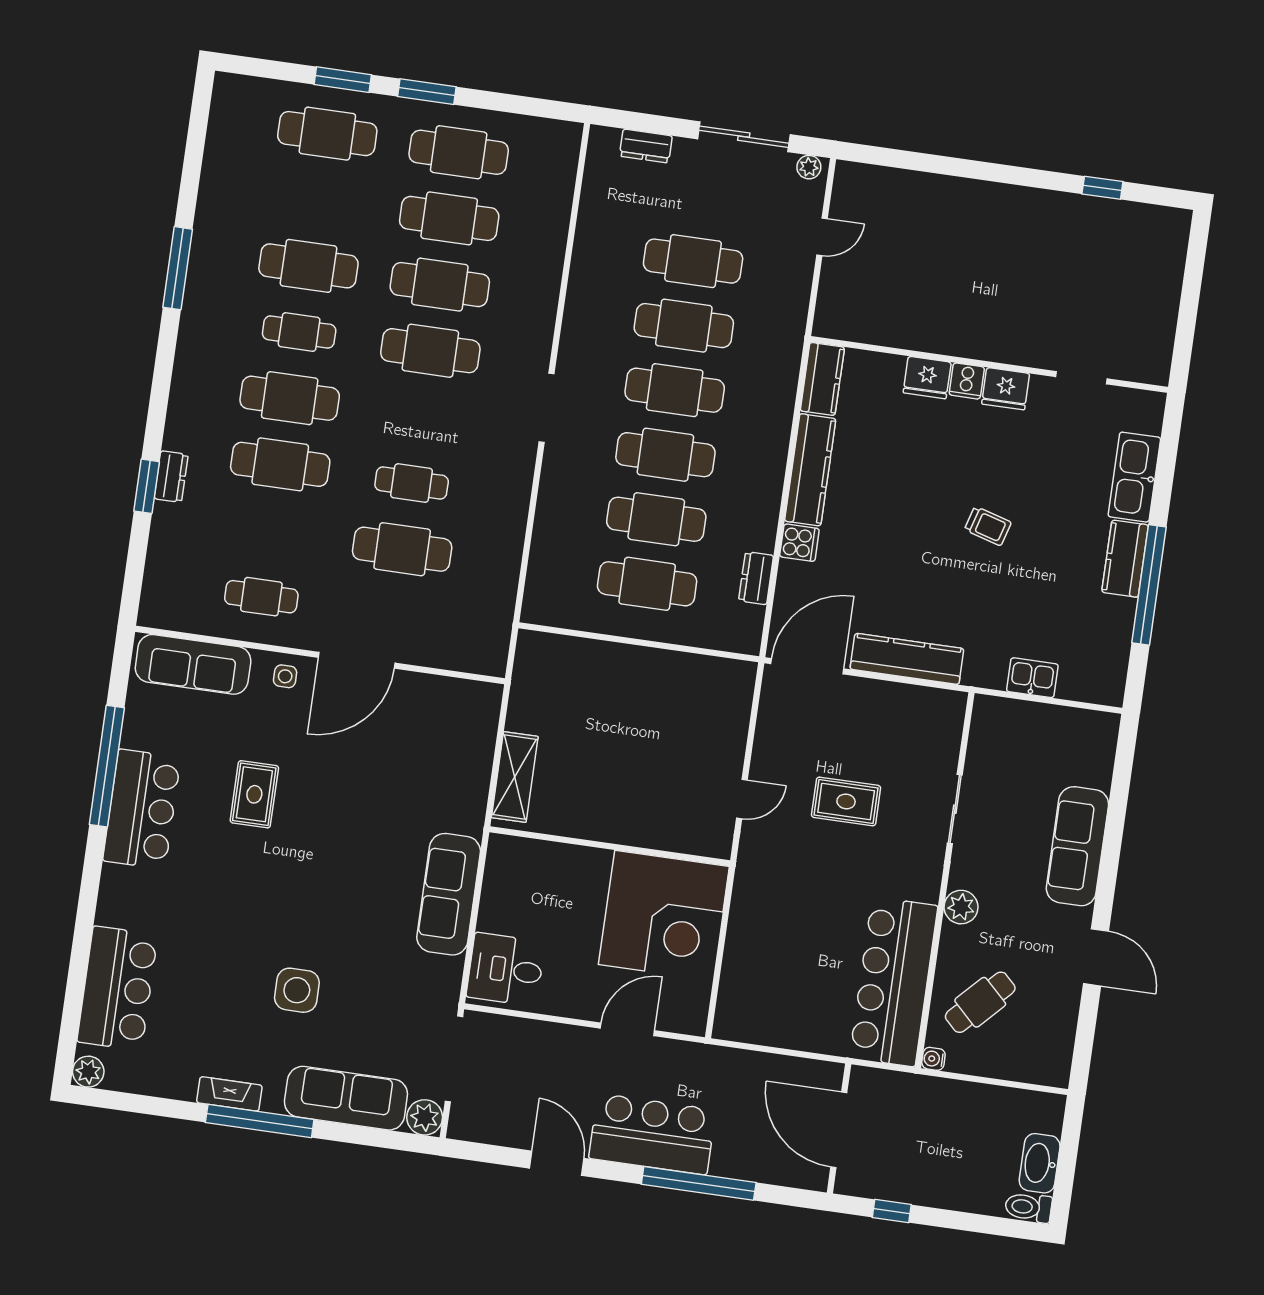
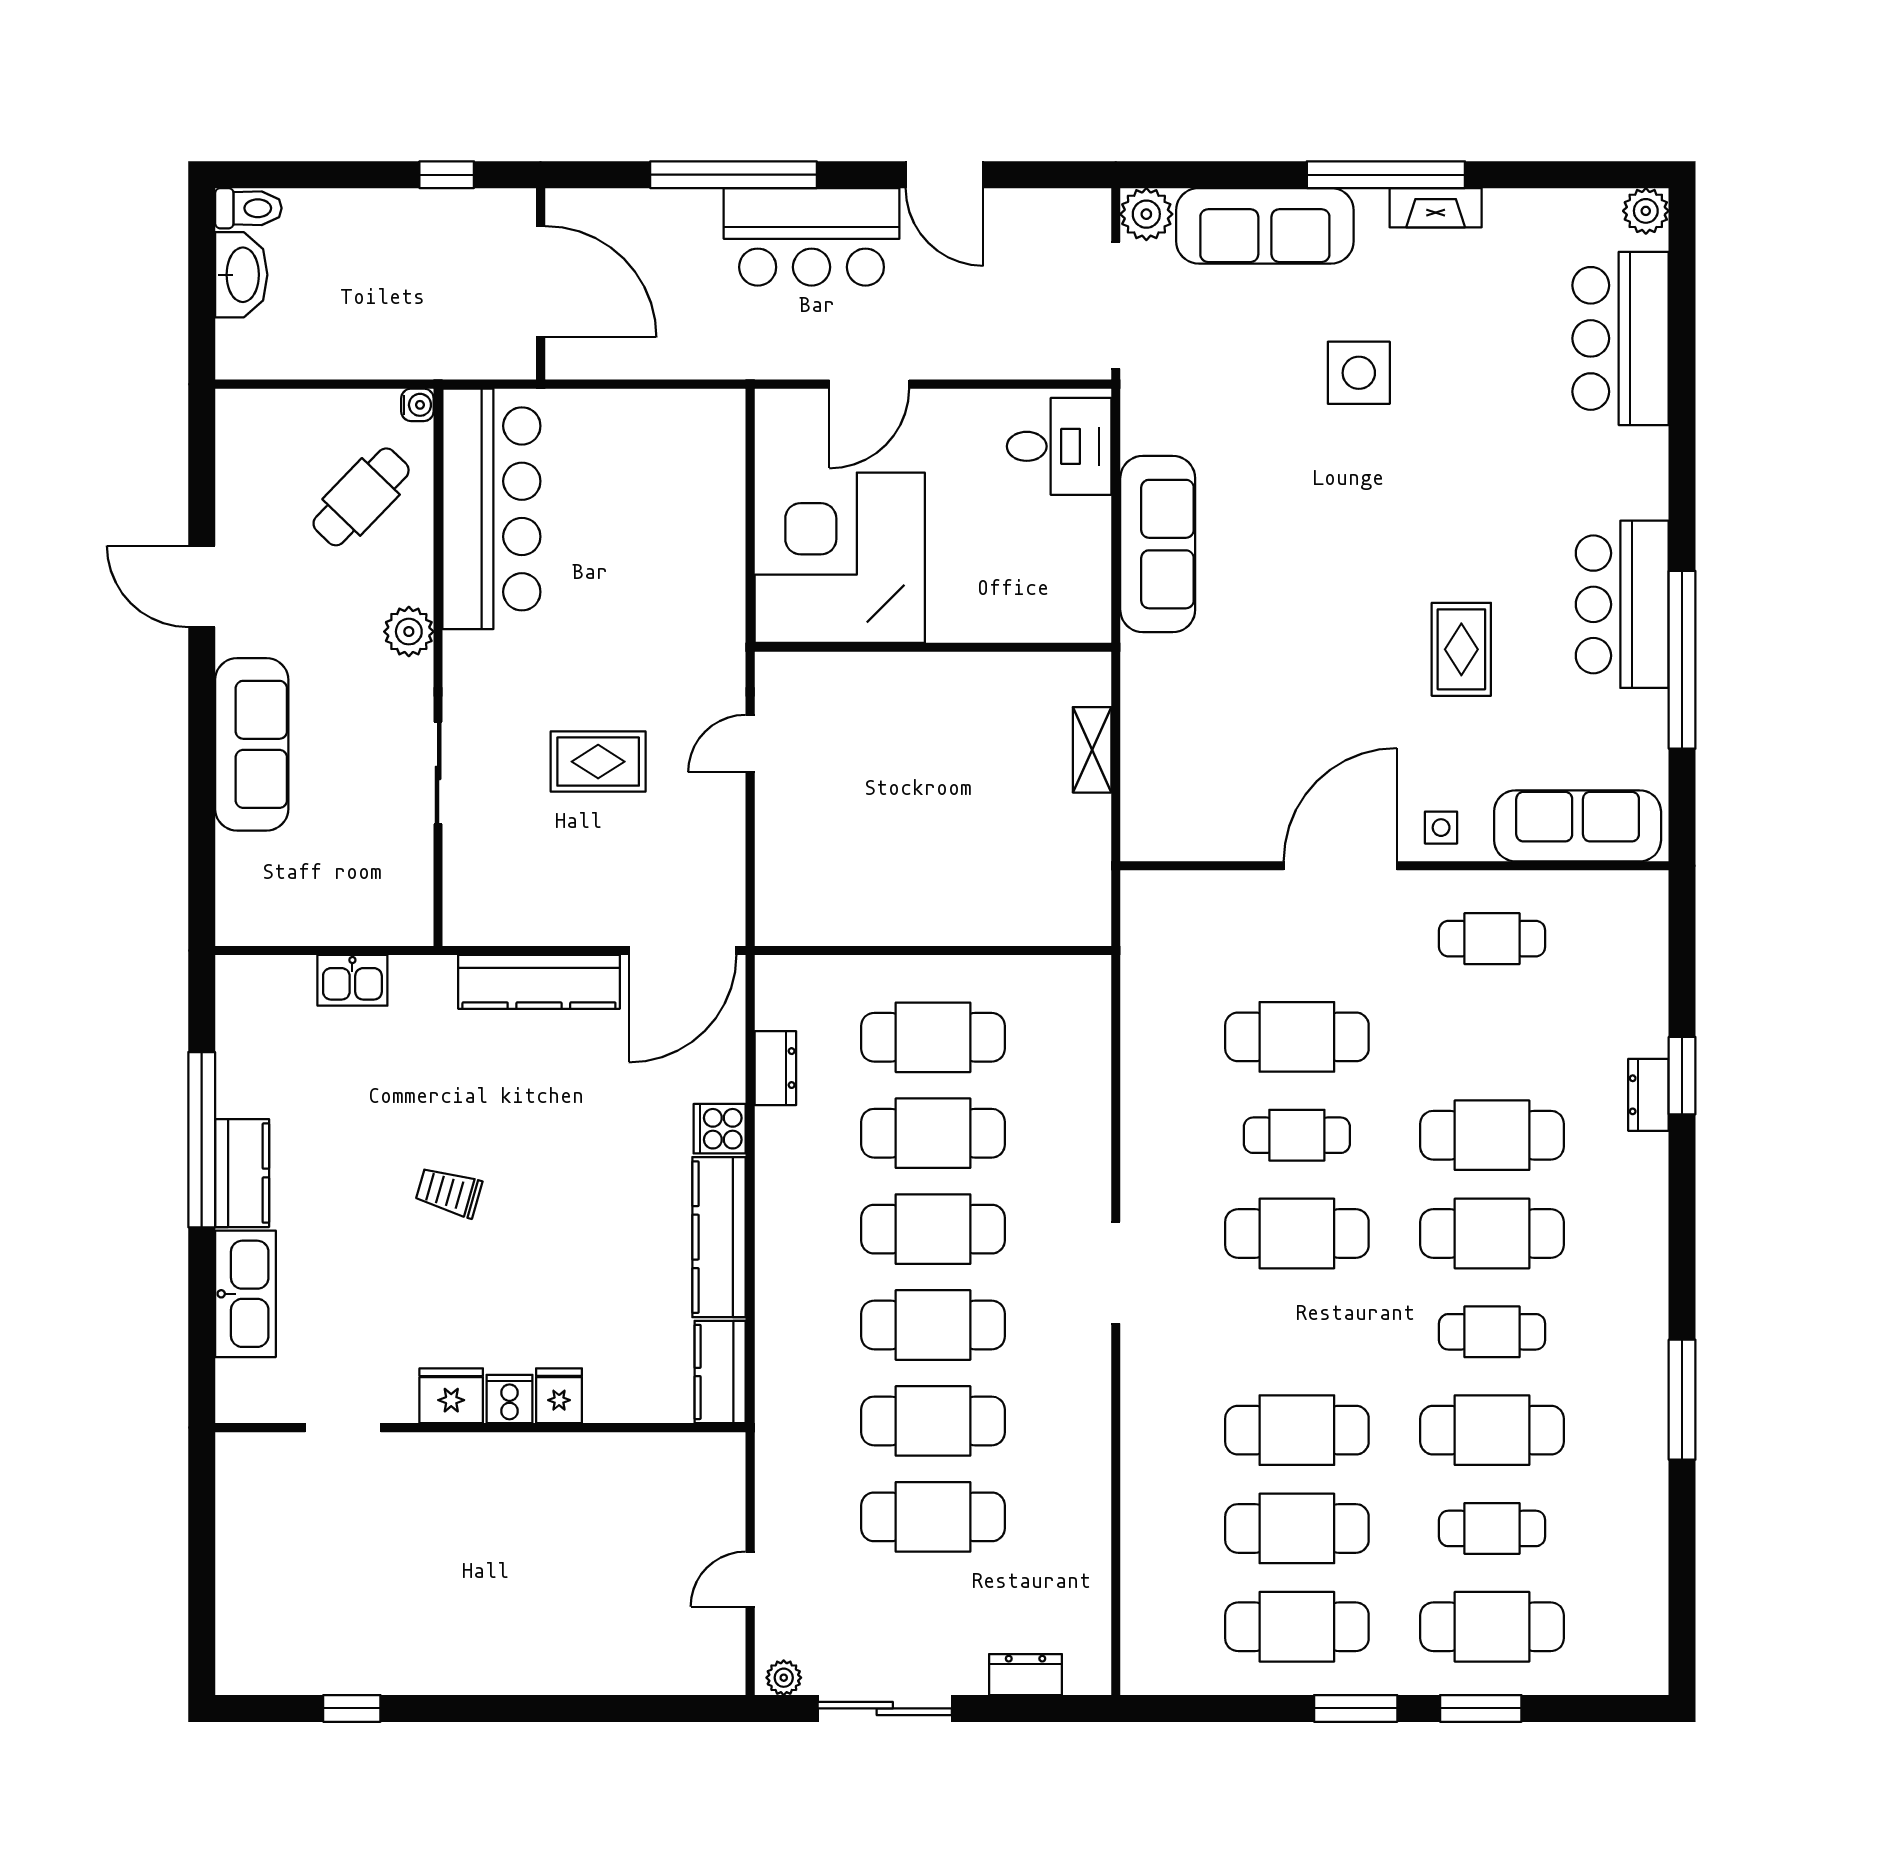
cafe table: (318, 200) -> (1492, 1528), added
cafe table: (430, 351) -> (1297, 1234), moved
fridge: (927, 378) -> (559, 1396), width x0.72
shelving: (515, 777) -> (1092, 750), width x0.67, depth x0.75

